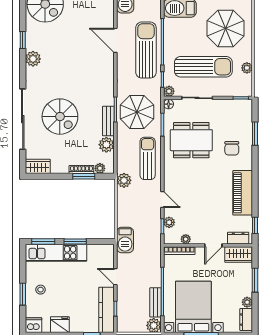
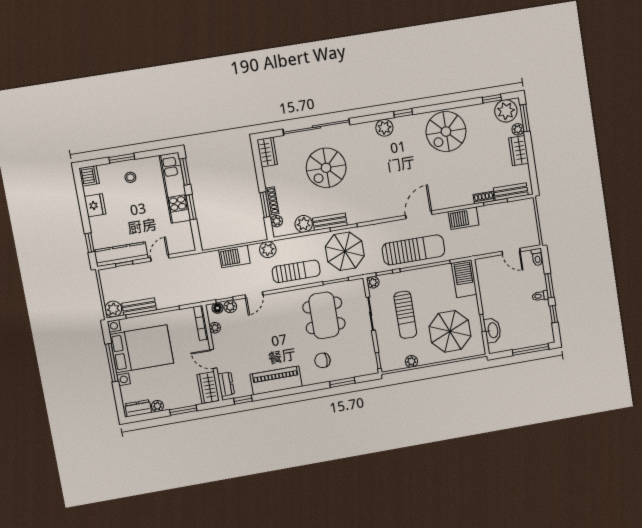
sun lounger: (203, 67) -> (405, 315), width x0.73, depth x0.75
floor lamp: (169, 104) -> (218, 308), moved
barbecue: (125, 240) -> (234, 256), moved

